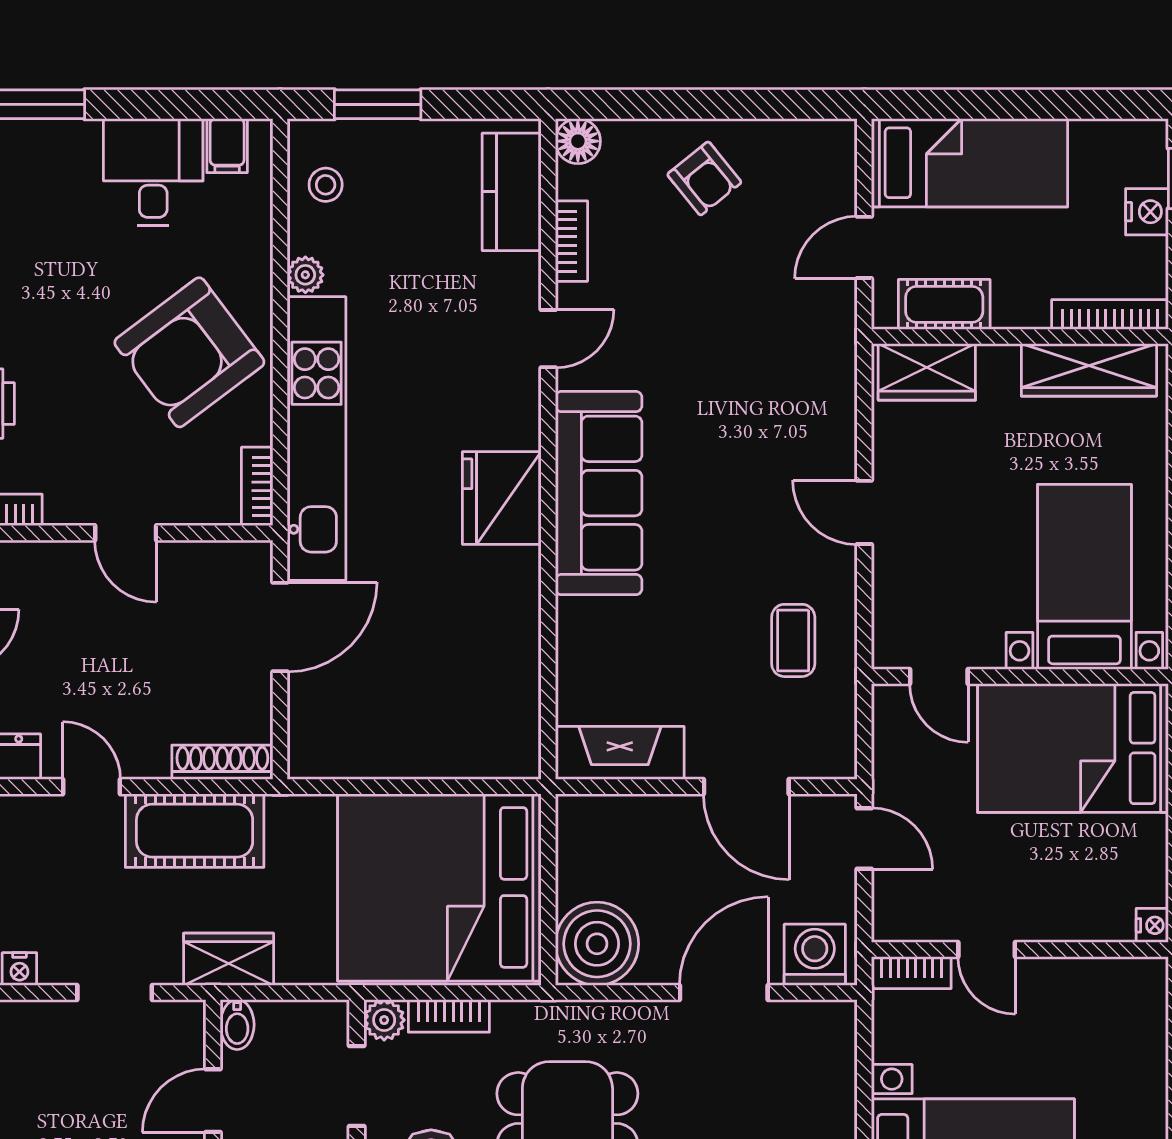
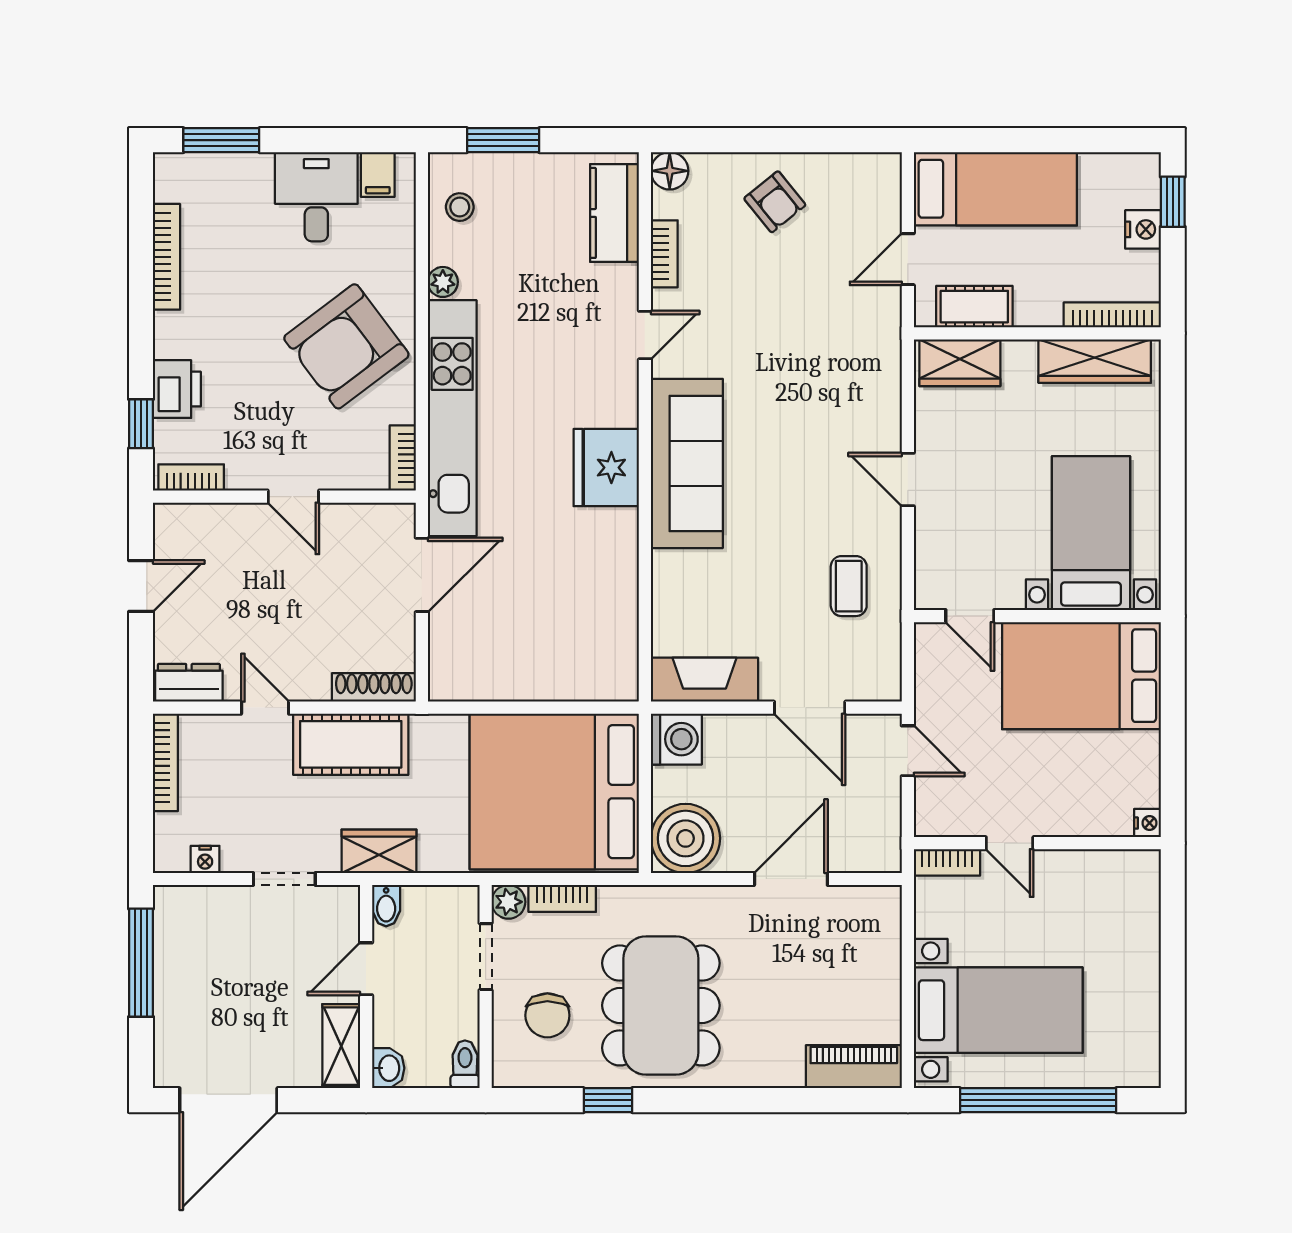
washing machine: (815, 955) -> (676, 739), moved, turned 90

